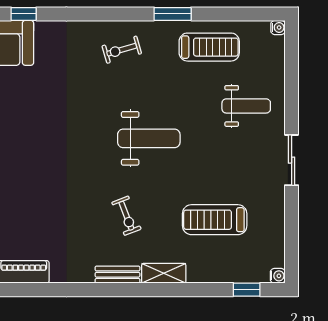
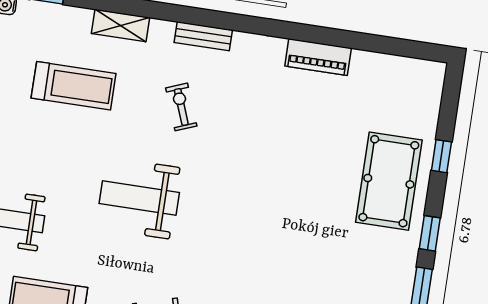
shelving: (164, 273) -> (121, 25), moved

